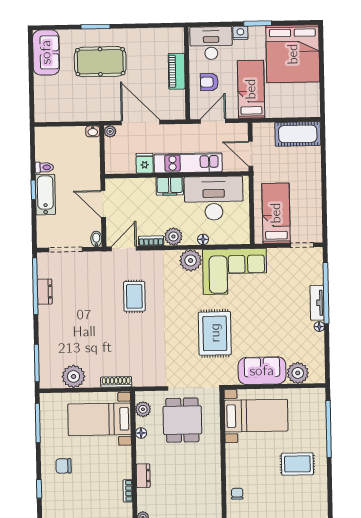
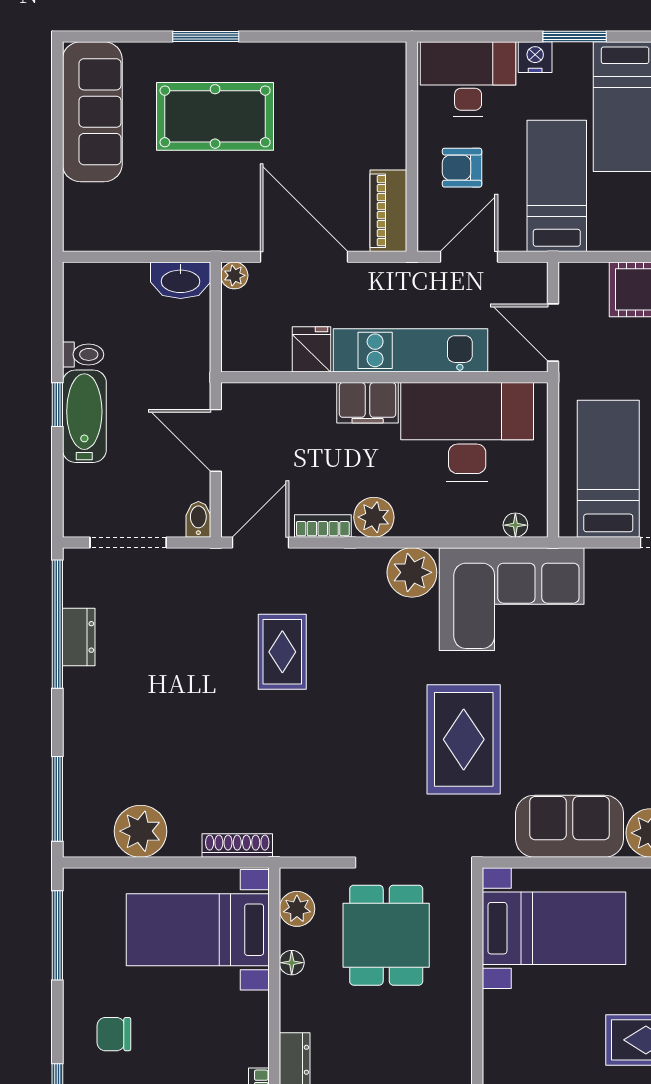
sofa: (46, 52) -> (92, 112), width x1.36
piano: (177, 71) -> (388, 211), moved
washbasin: (93, 131) -> (181, 280), width x1.91, depth x1.45
floor lamp: (203, 239) -> (515, 525), moved

